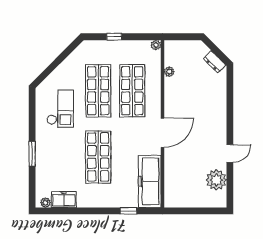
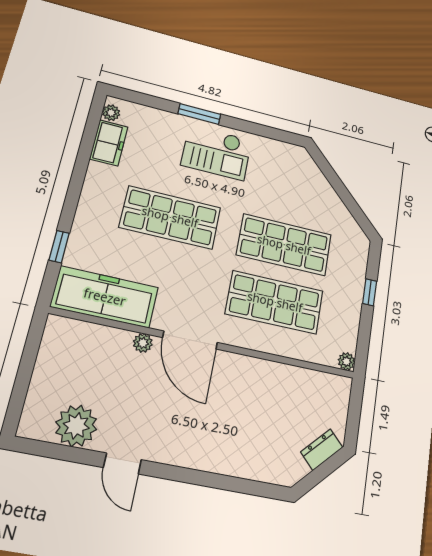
dresser: (215, 62) -> (322, 450), moved
plant: (169, 72) -> (143, 343), moved
checkout: (60, 109) -> (217, 152), moved

